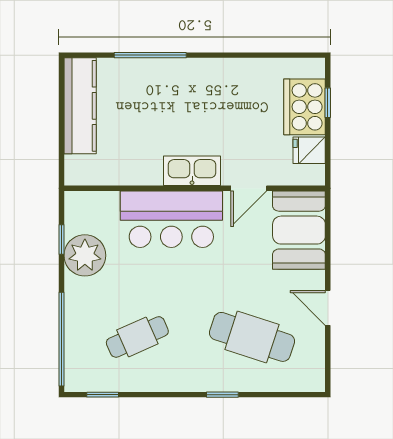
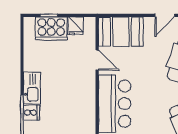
cooker: (156, 72) -> (31, 113), added
kitchen sink: (192, 171) -> (32, 88), moved, turned 180

